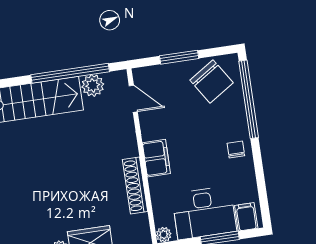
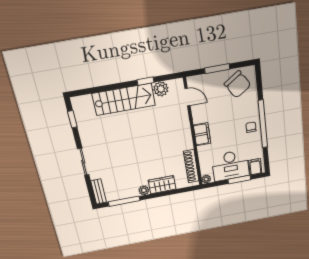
window: (70, 73) -> (146, 81), width x0.32
window: (249, 99) -> (263, 124), moved
shoe rack: (135, 185) -> (191, 166), moved

